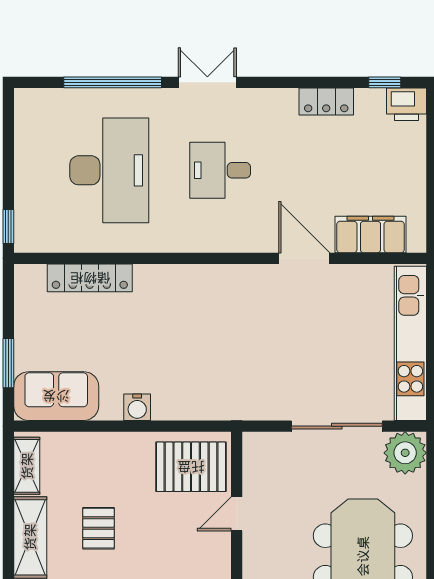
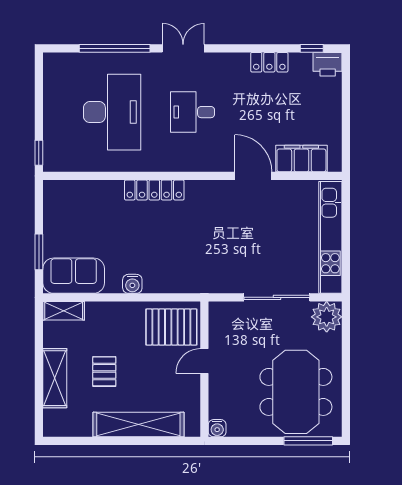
locker: (90, 278) -> (154, 190), moved
shelving: (27, 466) -> (64, 311), moved, turned 90

